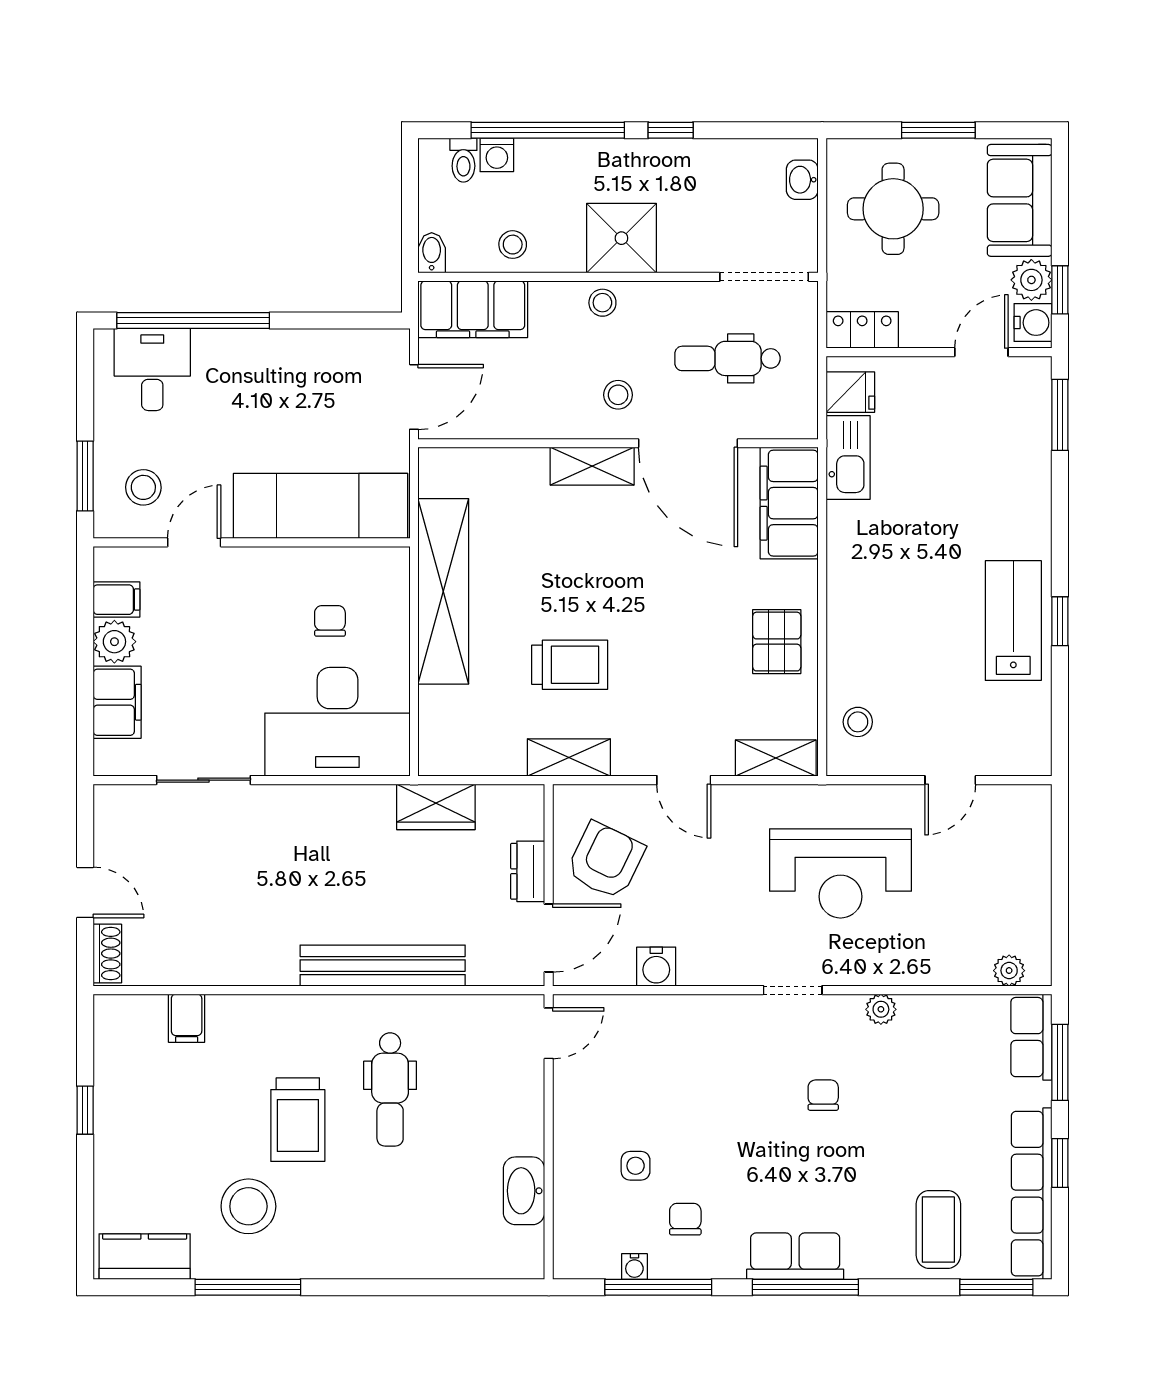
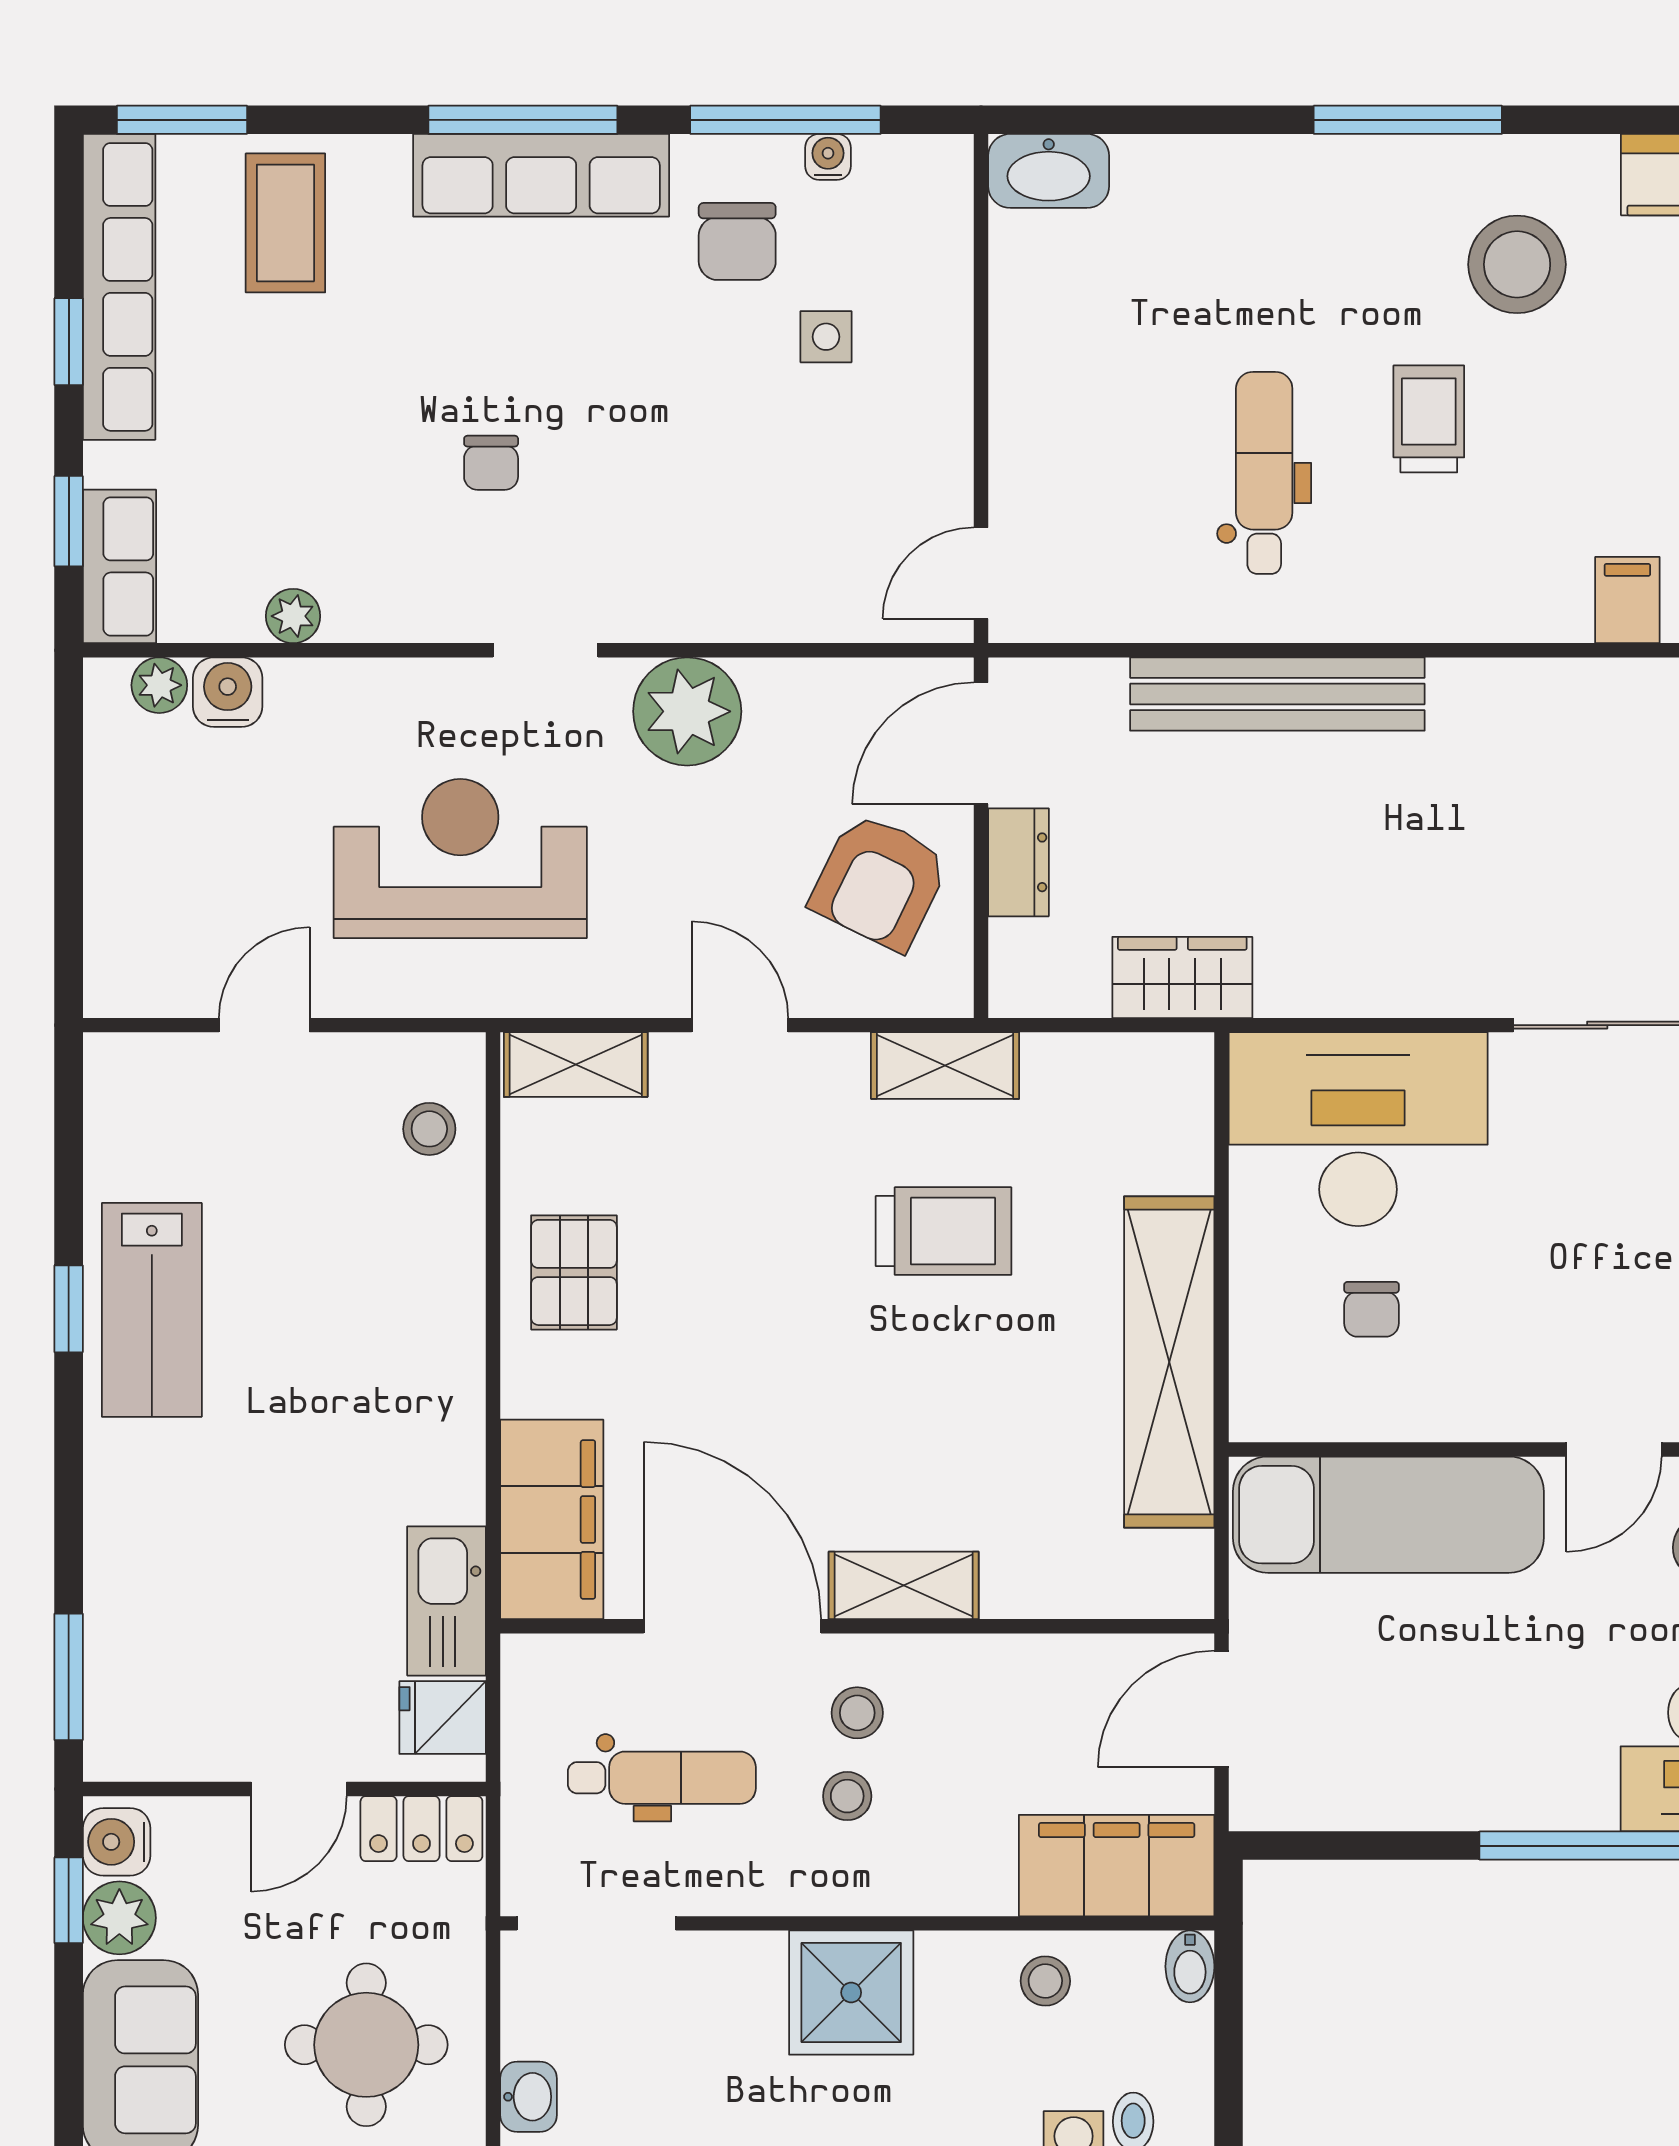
stool: (602, 303) -> (847, 1796), moved
door: (981, 352) -> (299, 1789), moved
trolley: (570, 665) -> (943, 1231), turned 180
plant: (713, 956) -> (687, 711), added
water cooler: (656, 967) -> (228, 692), moved
plant: (881, 1009) -> (293, 616), moved
window: (1060, 1062) -> (69, 521), width x0.67
trolley: (298, 1120) -> (1429, 419), width x0.73, depth x0.72
washbasin: (524, 1191) -> (1049, 171), moved, turned 90
chair: (685, 1219) -> (737, 241), width x1.37, depth x1.37
row of seats: (795, 1256) -> (541, 175), width x1.48
window: (248, 1287) -> (1408, 120), moved

